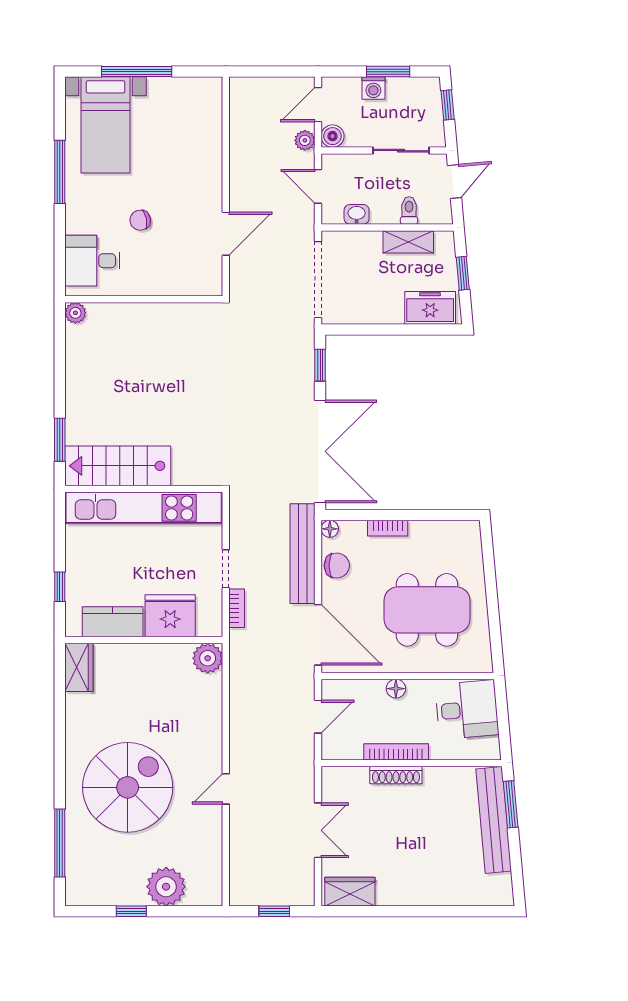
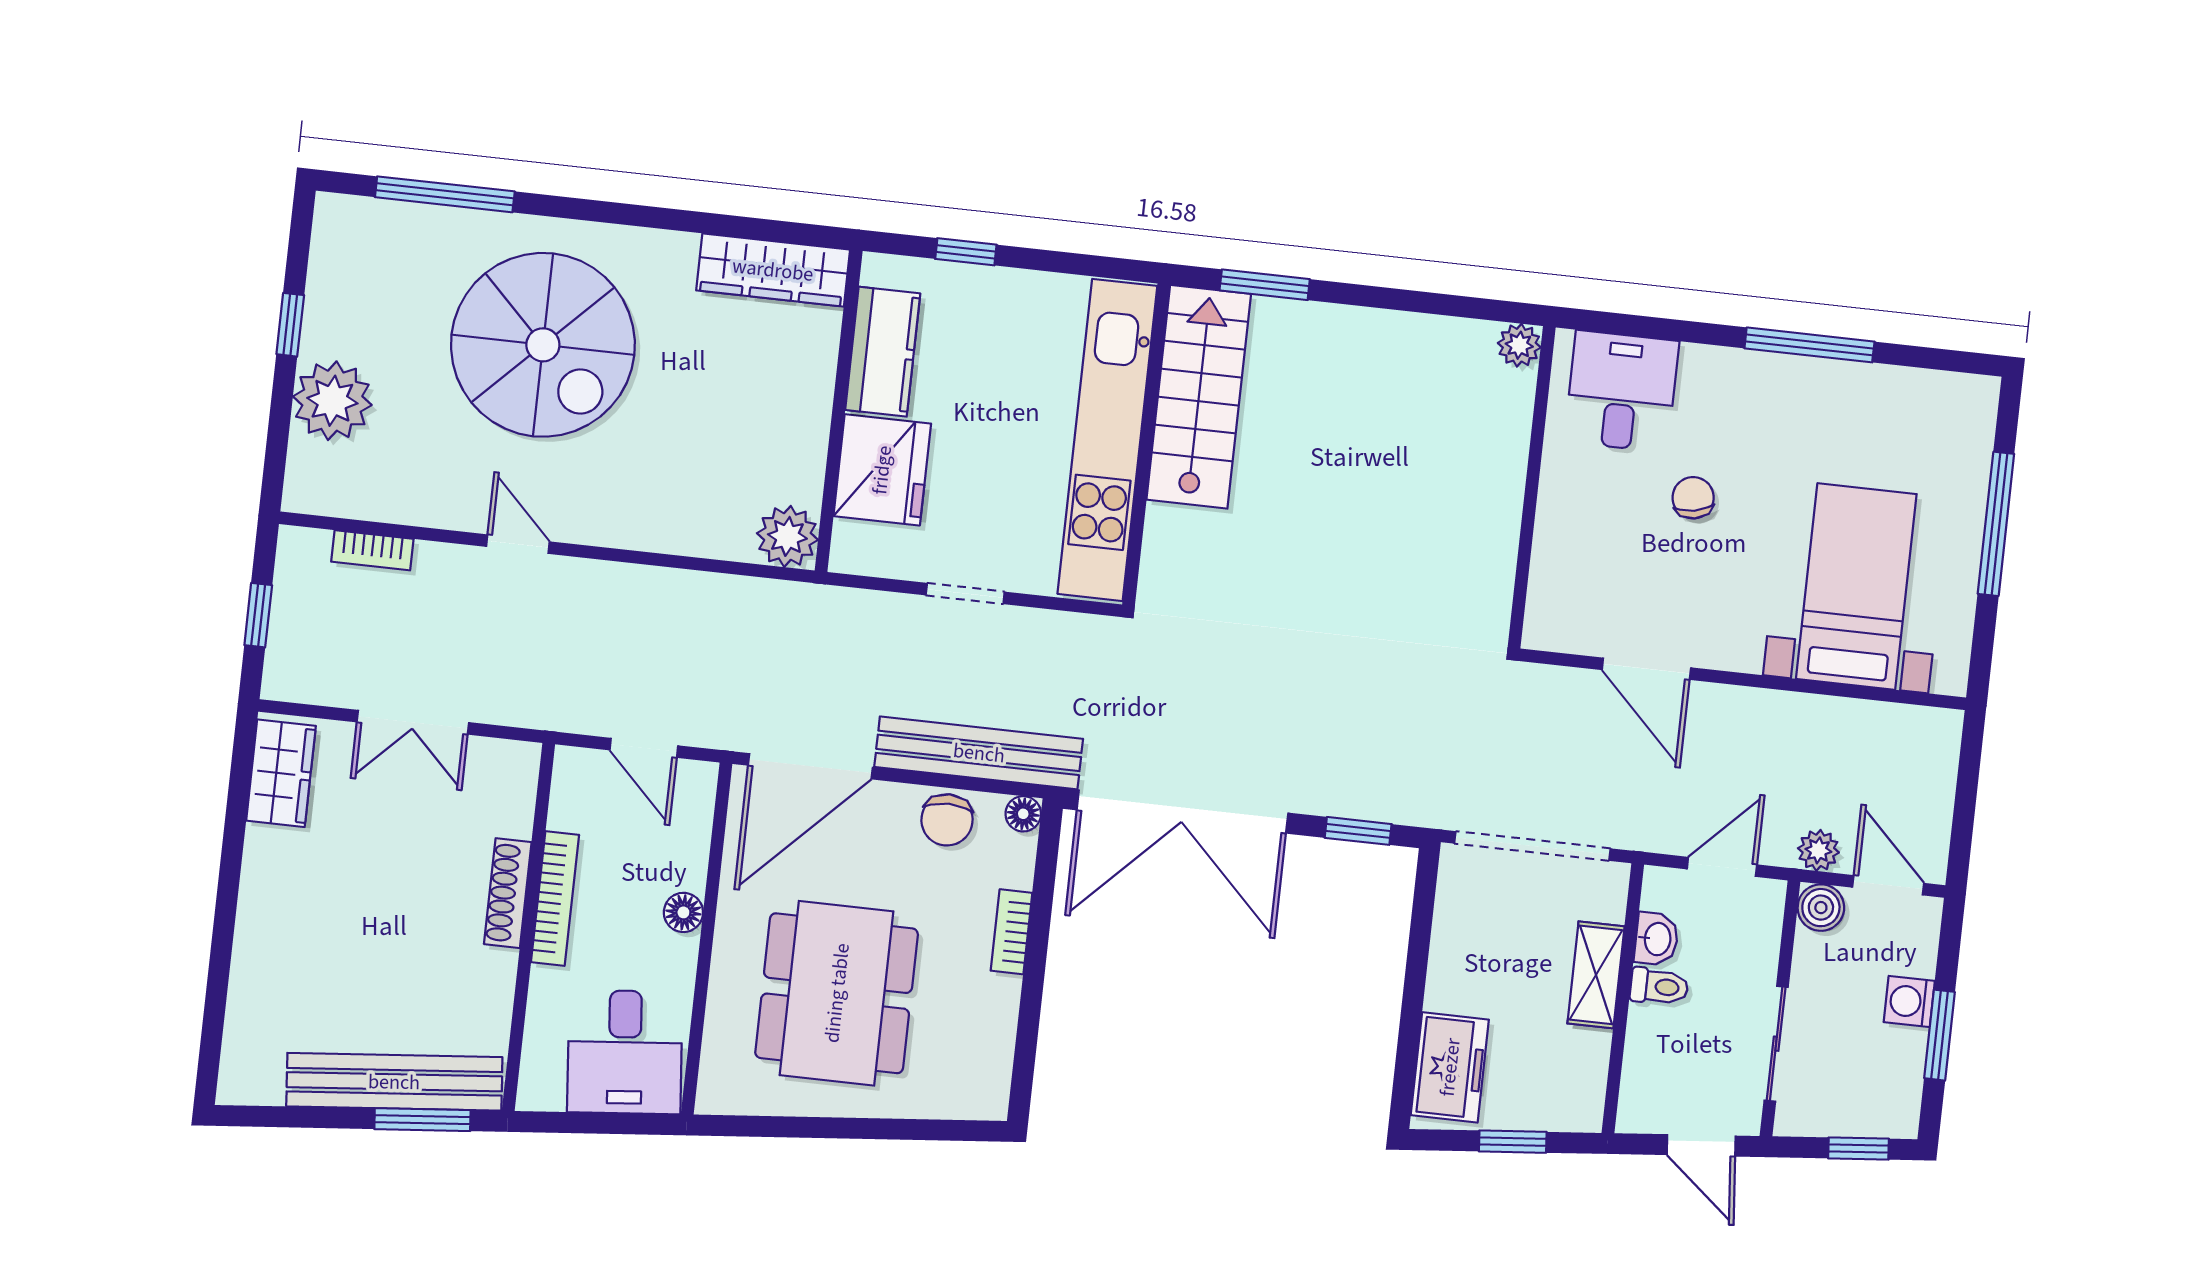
bed with nightstands: (106, 125) -> (1856, 586), moved, turned 90
toilet: (409, 210) -> (1659, 986), moved
shelving: (408, 242) -> (1596, 975), moved
bookcase: (237, 608) -> (372, 550), moved
wardrobe: (79, 667) -> (773, 270), width x1.50

